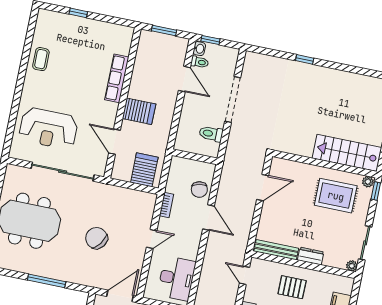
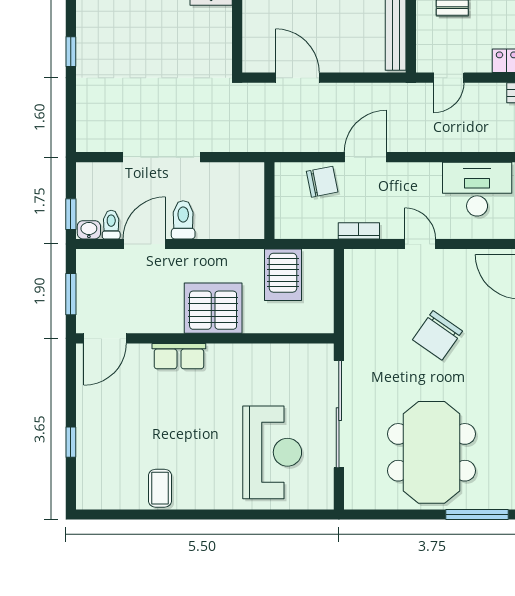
coffee table: (41, 59) -> (160, 488), turned 90
row of seats: (117, 78) -> (179, 356), width x0.68
server rack: (139, 111) -> (213, 308), width x1.60
toilet: (211, 134) -> (183, 220), moved, turned 180
door: (115, 142) -> (105, 338), moved
server rack: (144, 170) -> (283, 275), moved, turned -90

